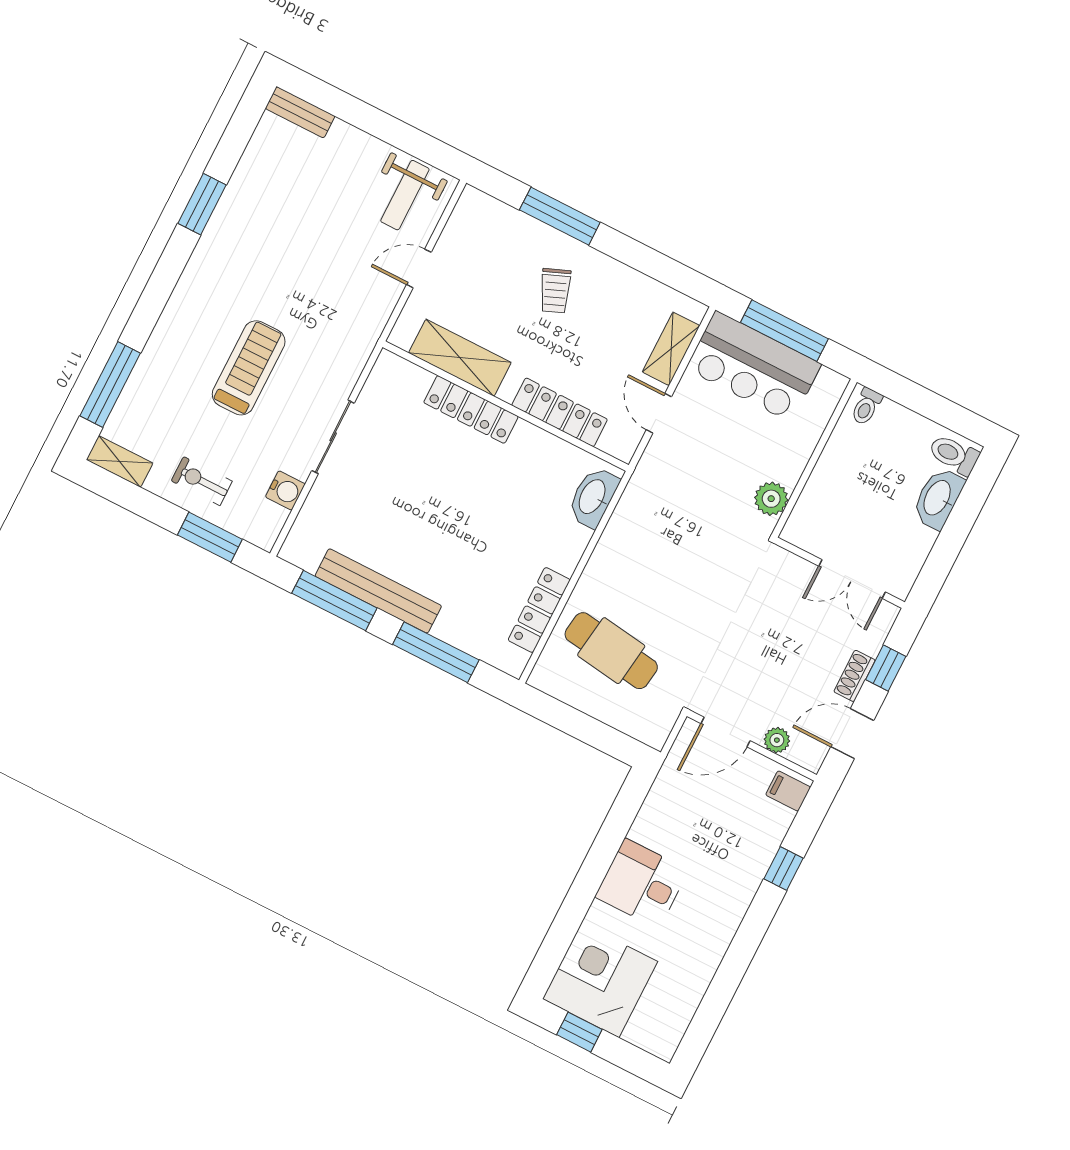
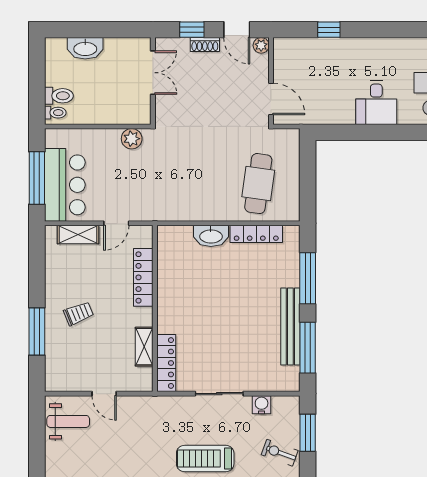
shelving: (460, 358) -> (144, 347), width x0.67, depth x0.75
locker: (471, 409) -> (166, 363), moved
toilet: (954, 455) -> (59, 96), moved, turned -90
exercise bike: (202, 481) -> (280, 453), turned 110
washbasin: (593, 497) -> (211, 236), moved
plant: (777, 740) -> (261, 45), moved
filing cabinet: (788, 791) -> (286, 49), removed

